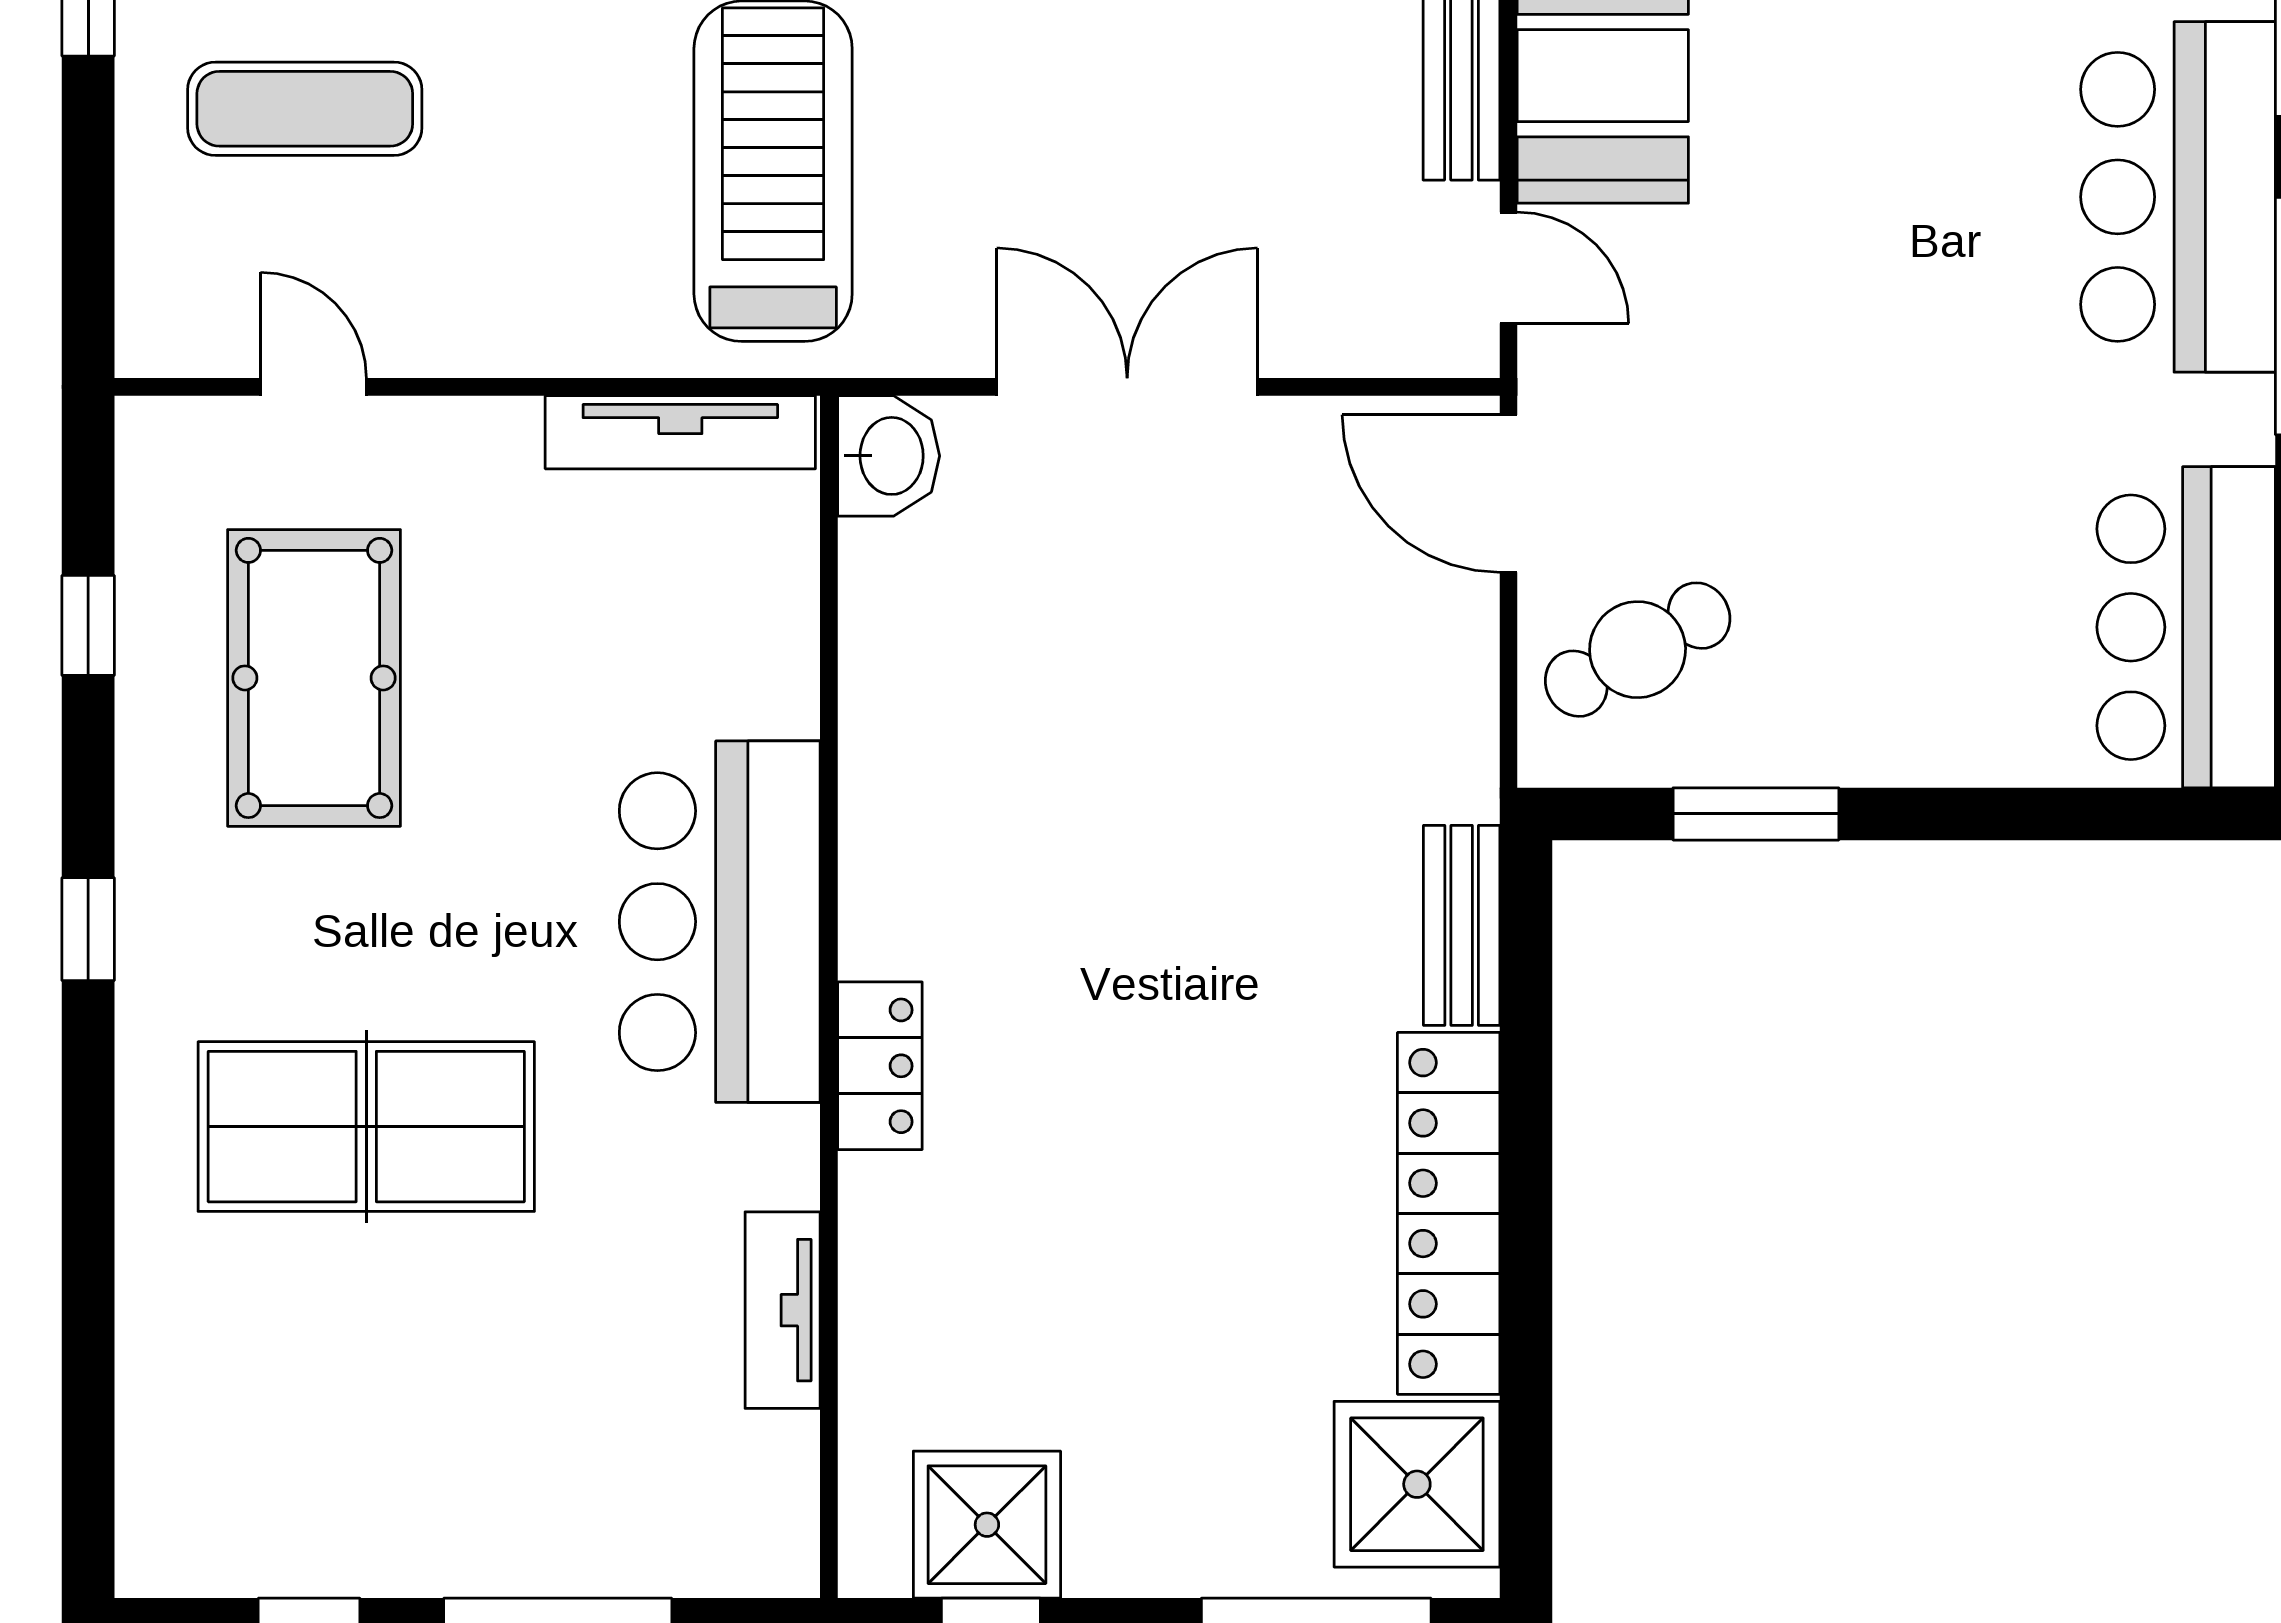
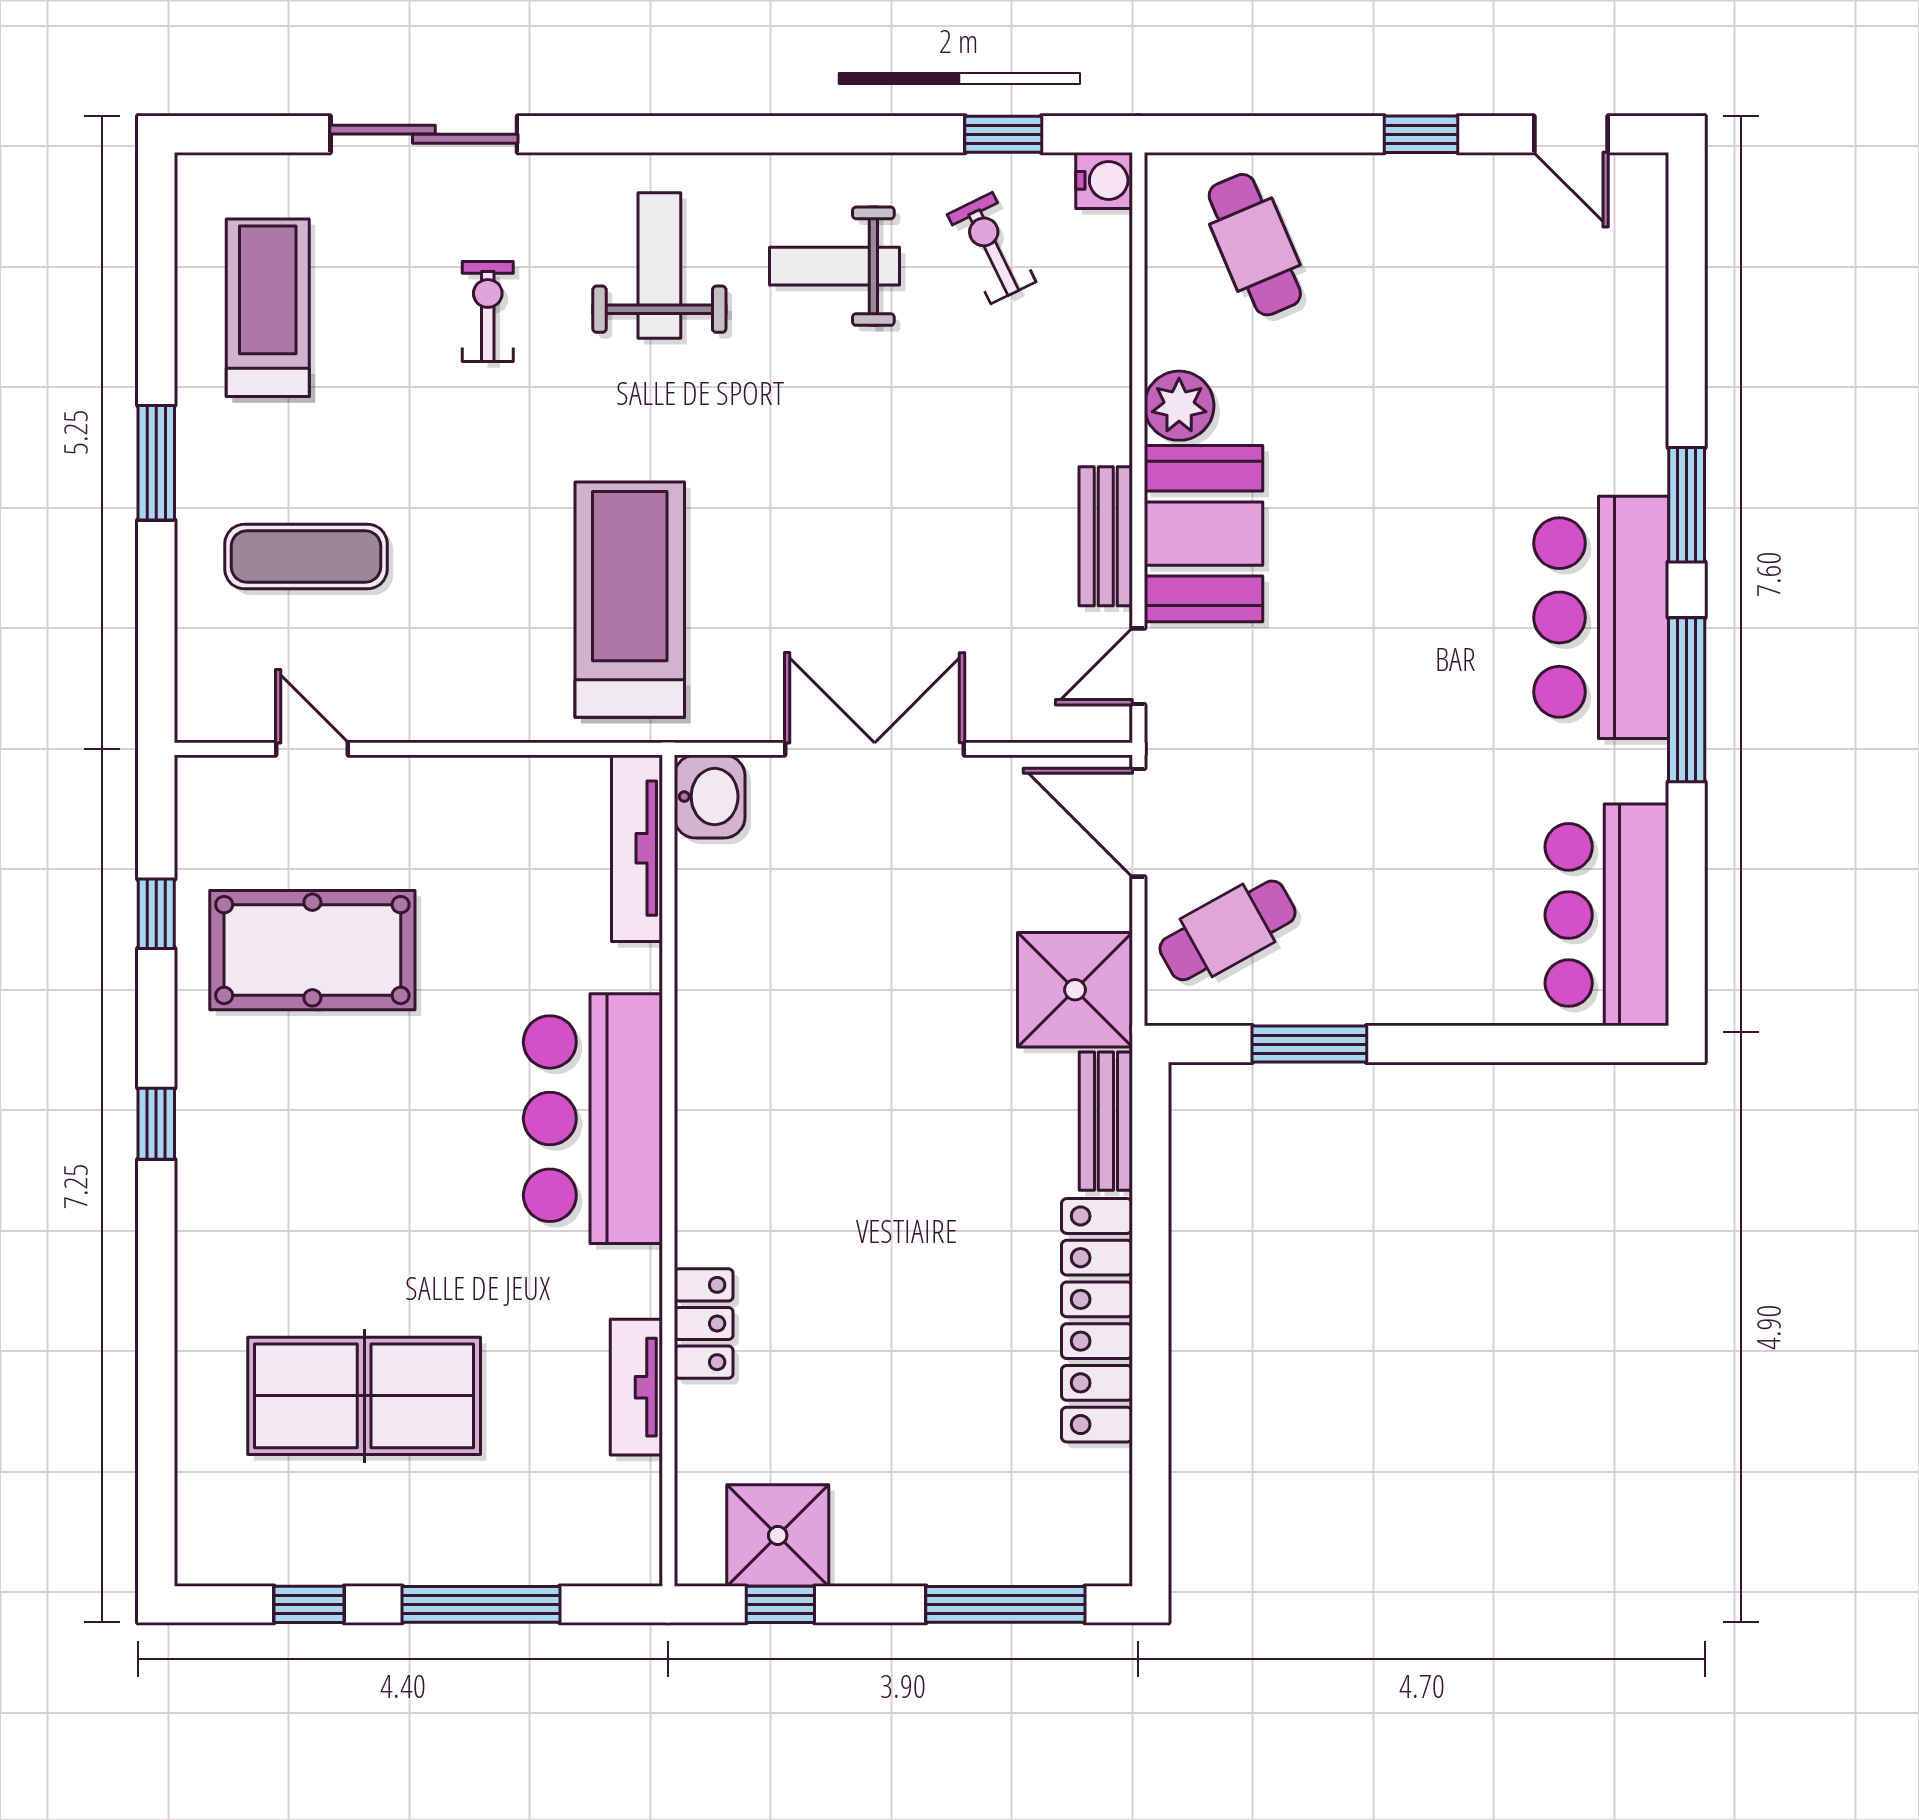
door: (1509, 268) -> (1138, 666), swing flipped
tv unit: (680, 432) -> (637, 848), moved, turned 90
pool table: (314, 678) -> (312, 950), turned 90
locker: (880, 1066) -> (704, 1324), moved
table tennis table: (366, 1127) -> (364, 1396), moved
shower: (1417, 1484) -> (1075, 990), moved

